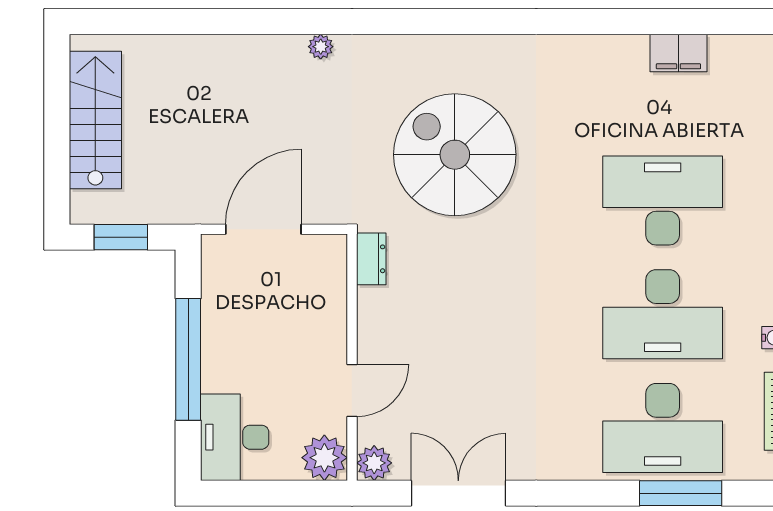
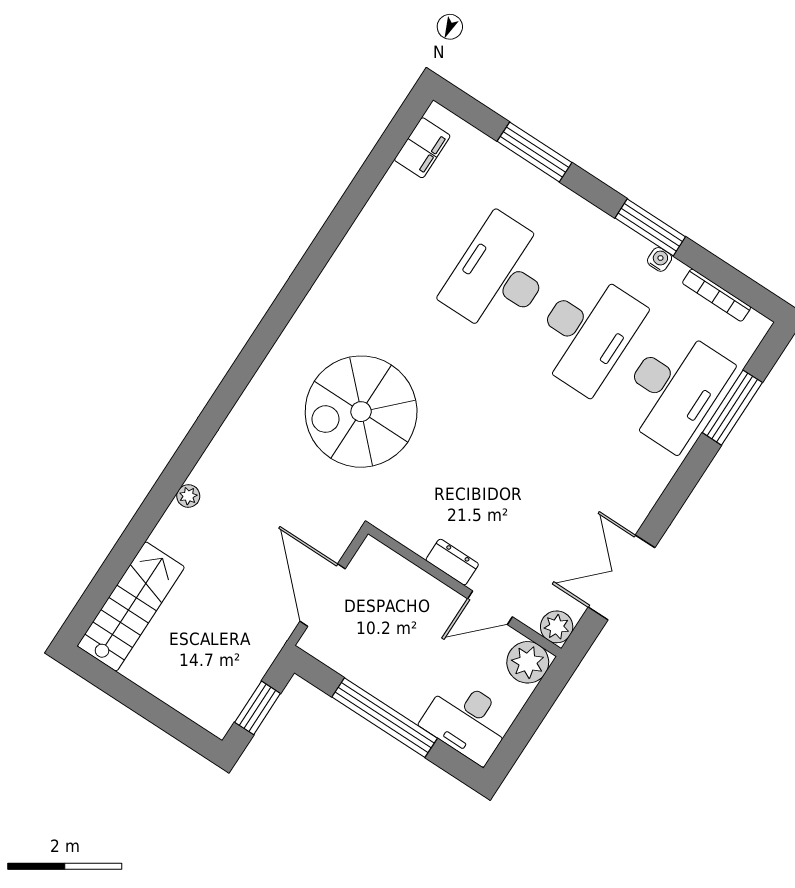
plant: (321, 47) -> (188, 496), moved
filing cabinet: (678, 53) -> (422, 148), moved
stairs: (95, 120) -> (131, 606), moved, turned 90
dresser: (371, 259) -> (452, 562), moved
door: (352, 390) -> (490, 608), swing flipped

